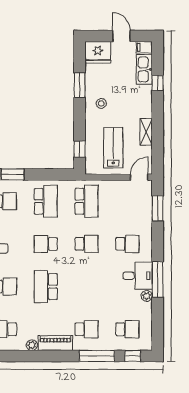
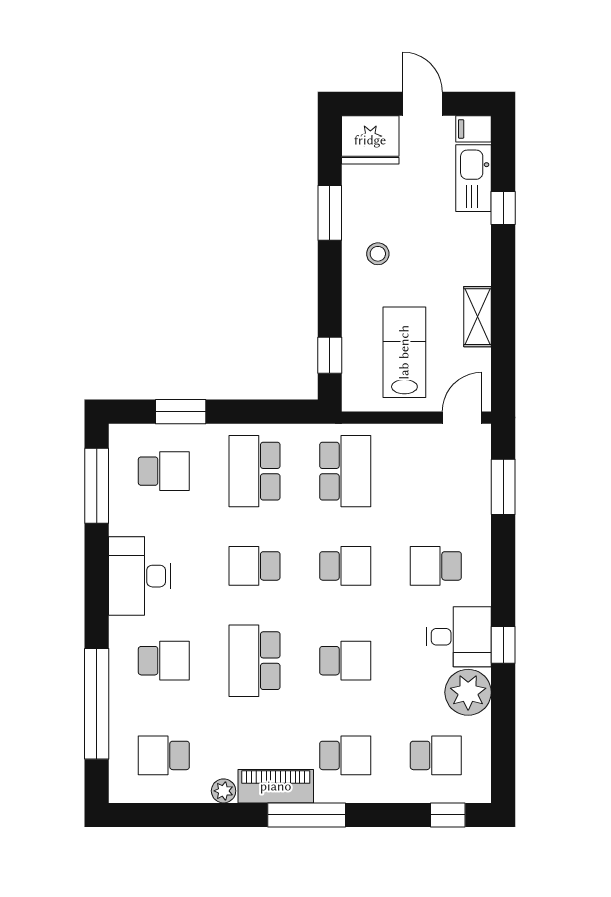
school desk: (46, 201) -> (254, 471), turned 180
school desk: (127, 244) -> (436, 566), turned 180
window: (158, 279) -> (503, 645), width x0.46
school desk: (87, 287) -> (345, 661), added
plant: (147, 296) -> (468, 692), width x1.88, depth x1.88
window: (97, 356) -> (307, 815), moved

